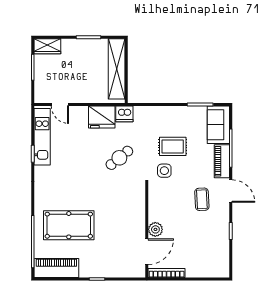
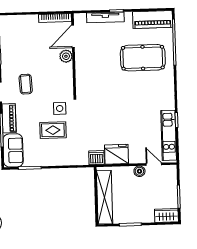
boiler: (76, 97) -> (139, 171), added
cafe table: (119, 158) -> (100, 119), removed
tv unit: (110, 272) -> (105, 17), added

